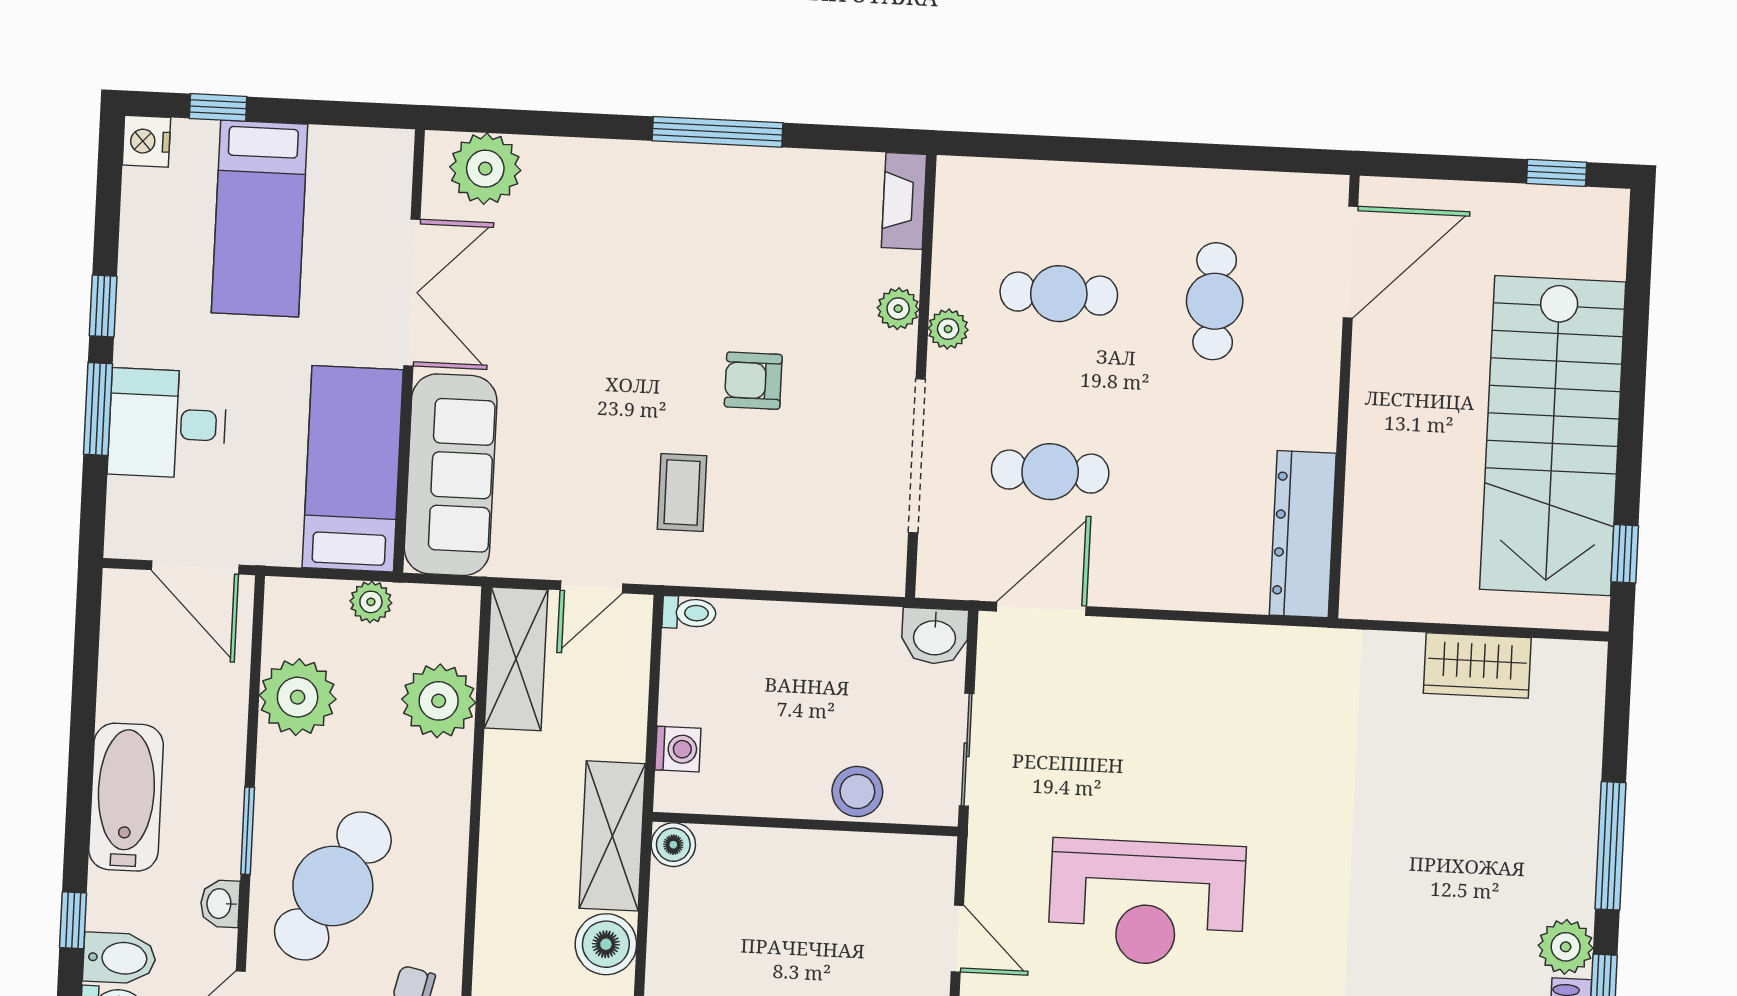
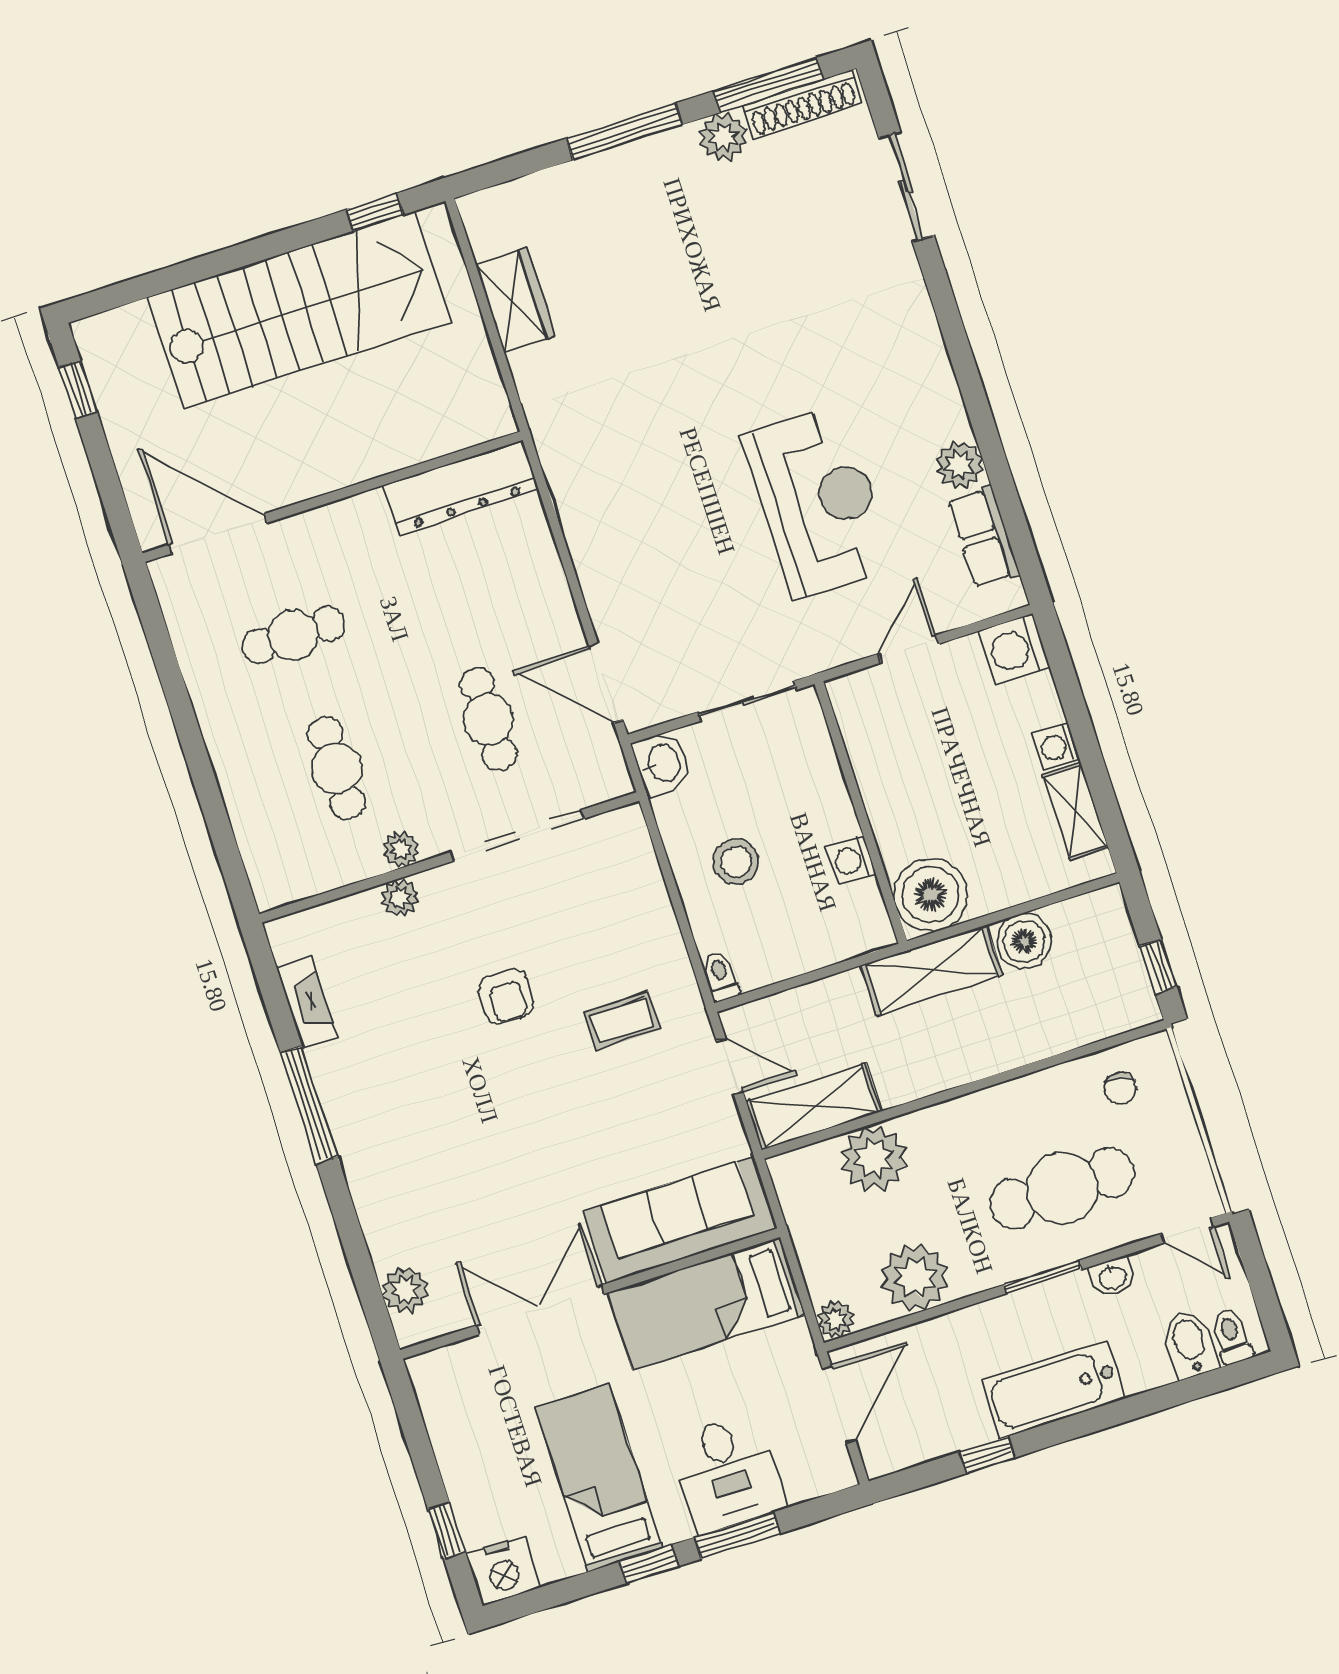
nightstand: (146, 141) -> (503, 1571), width x1.36, depth x1.33
plant: (485, 169) -> (405, 1290), width x0.73, depth x0.73
fireplace: (904, 201) -> (307, 1002), moved, turned -90
bed: (260, 219) -> (599, 1478), moved, turned -90
plant: (371, 602) -> (836, 1320), moved
washing machine: (678, 749) -> (851, 860), moved, turned -90
stool: (857, 791) -> (736, 862), moved
boiler: (673, 845) -> (931, 895), width x1.86, depth x1.86
cafe table: (333, 886) -> (1062, 1188), turned -30
window: (73, 920) -> (987, 1455), moved

